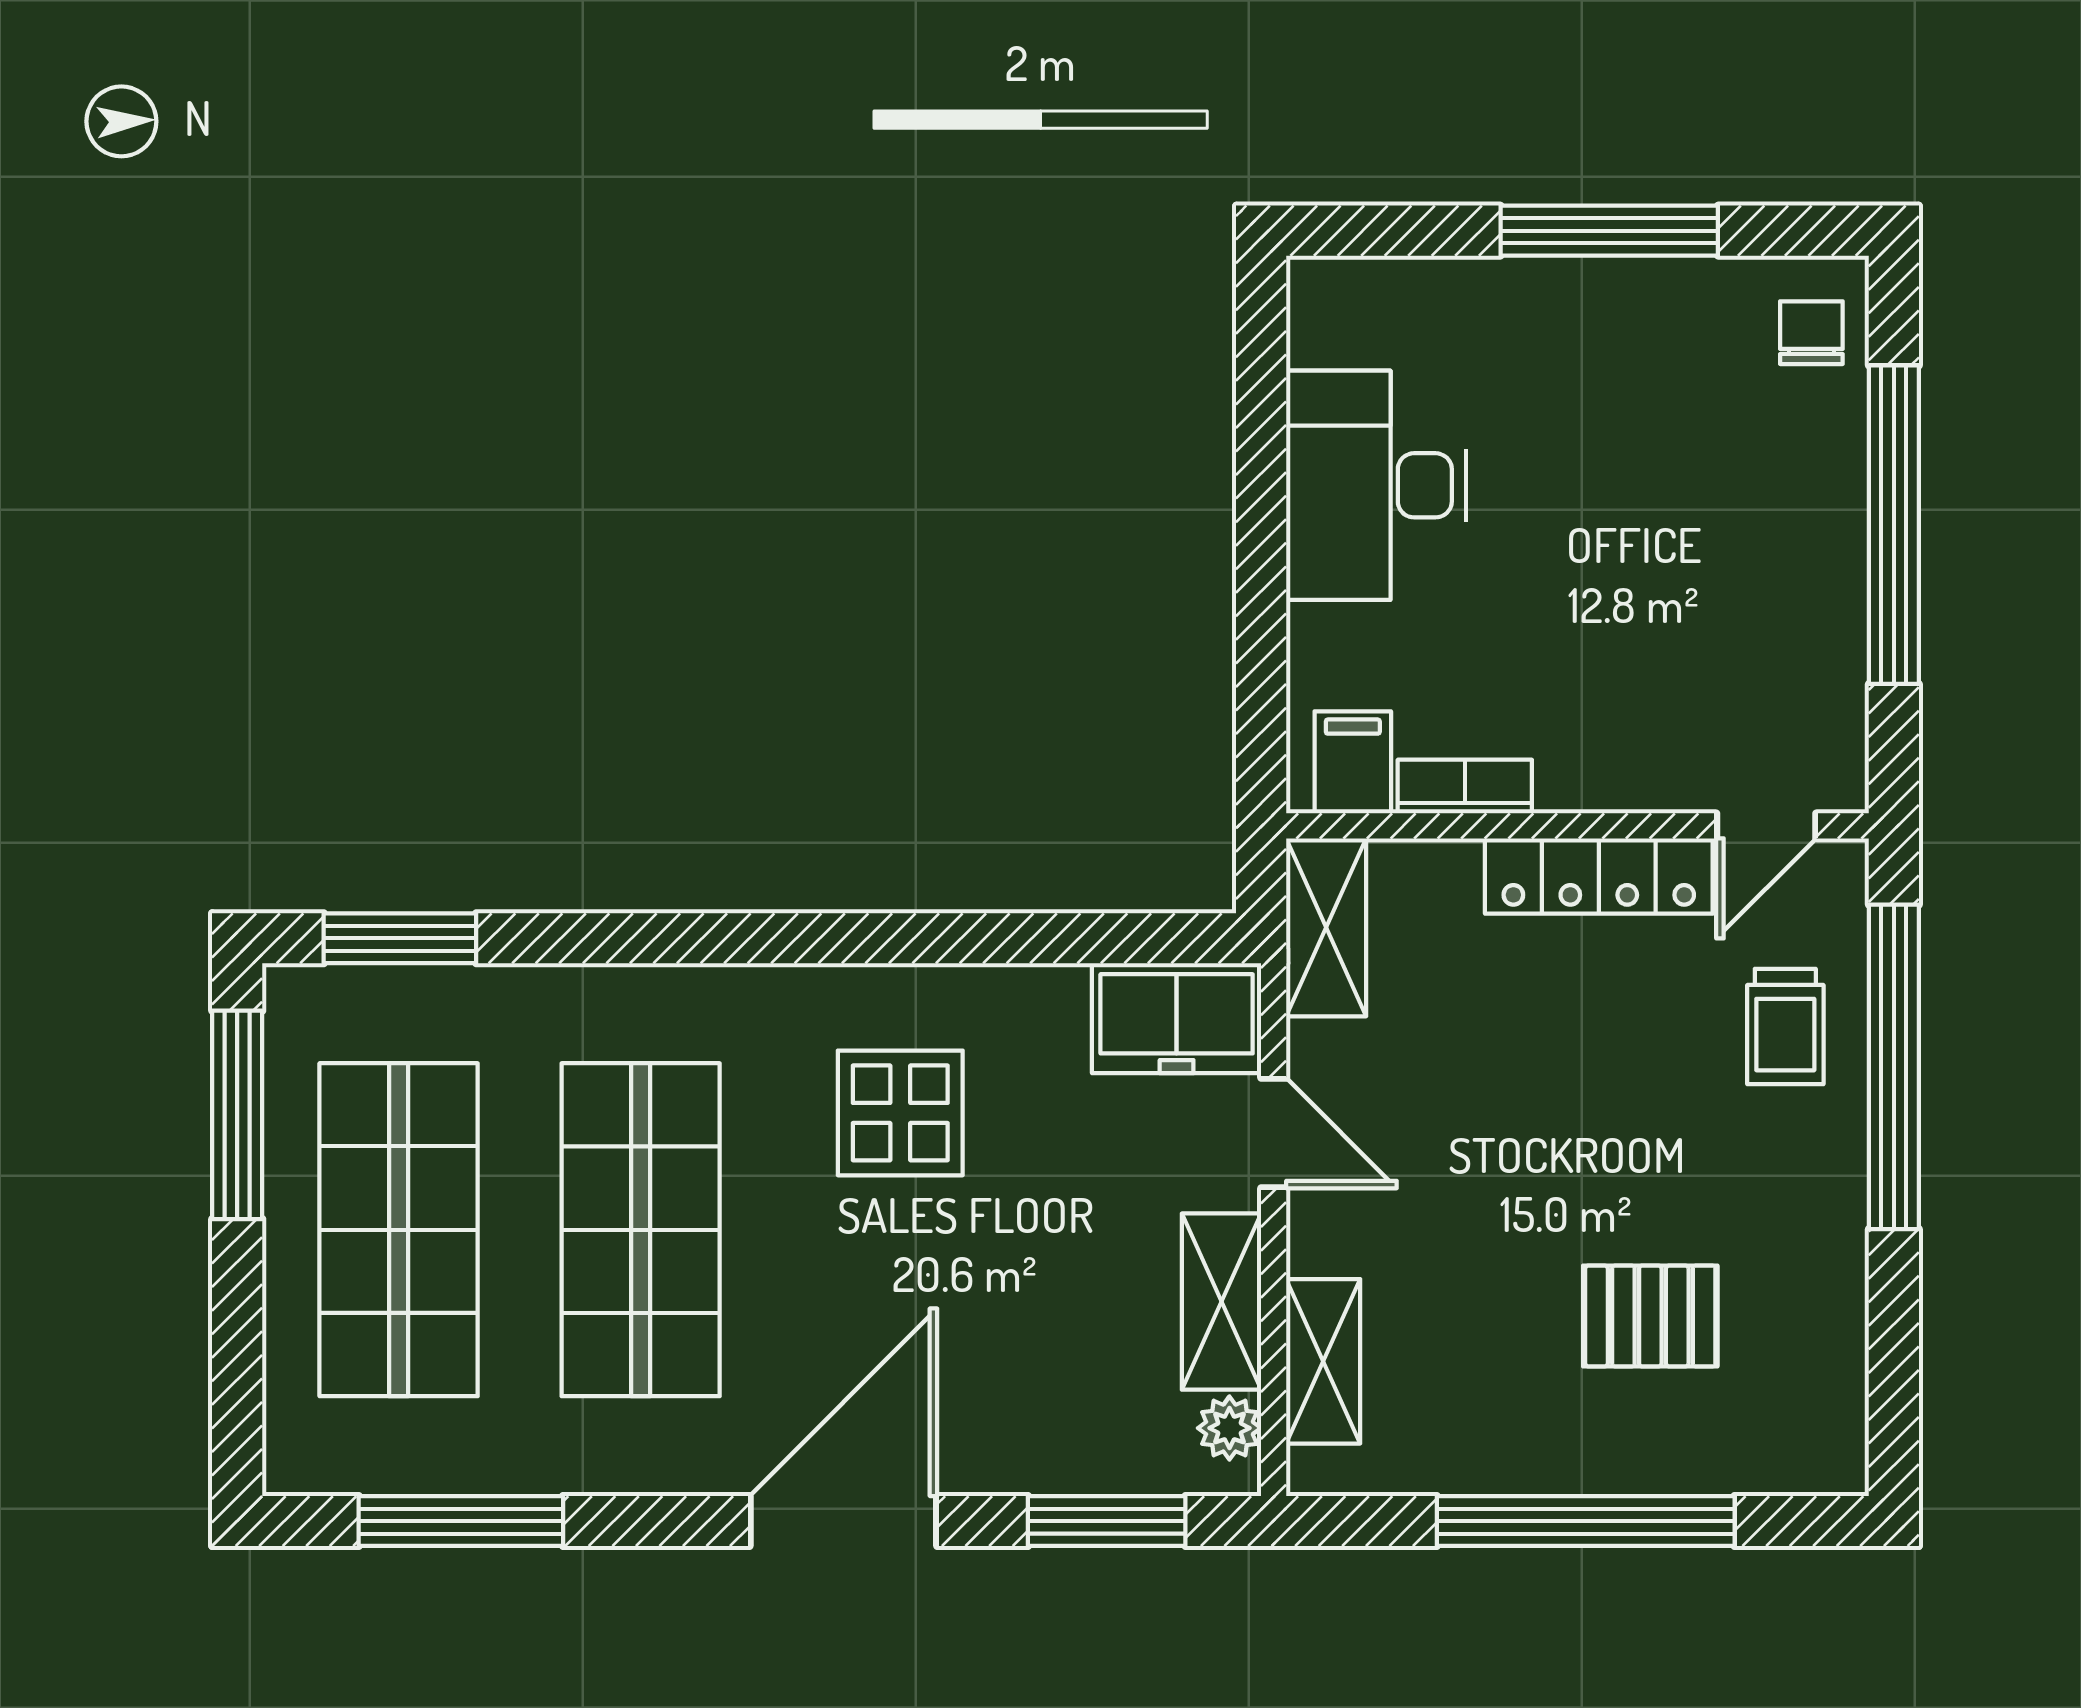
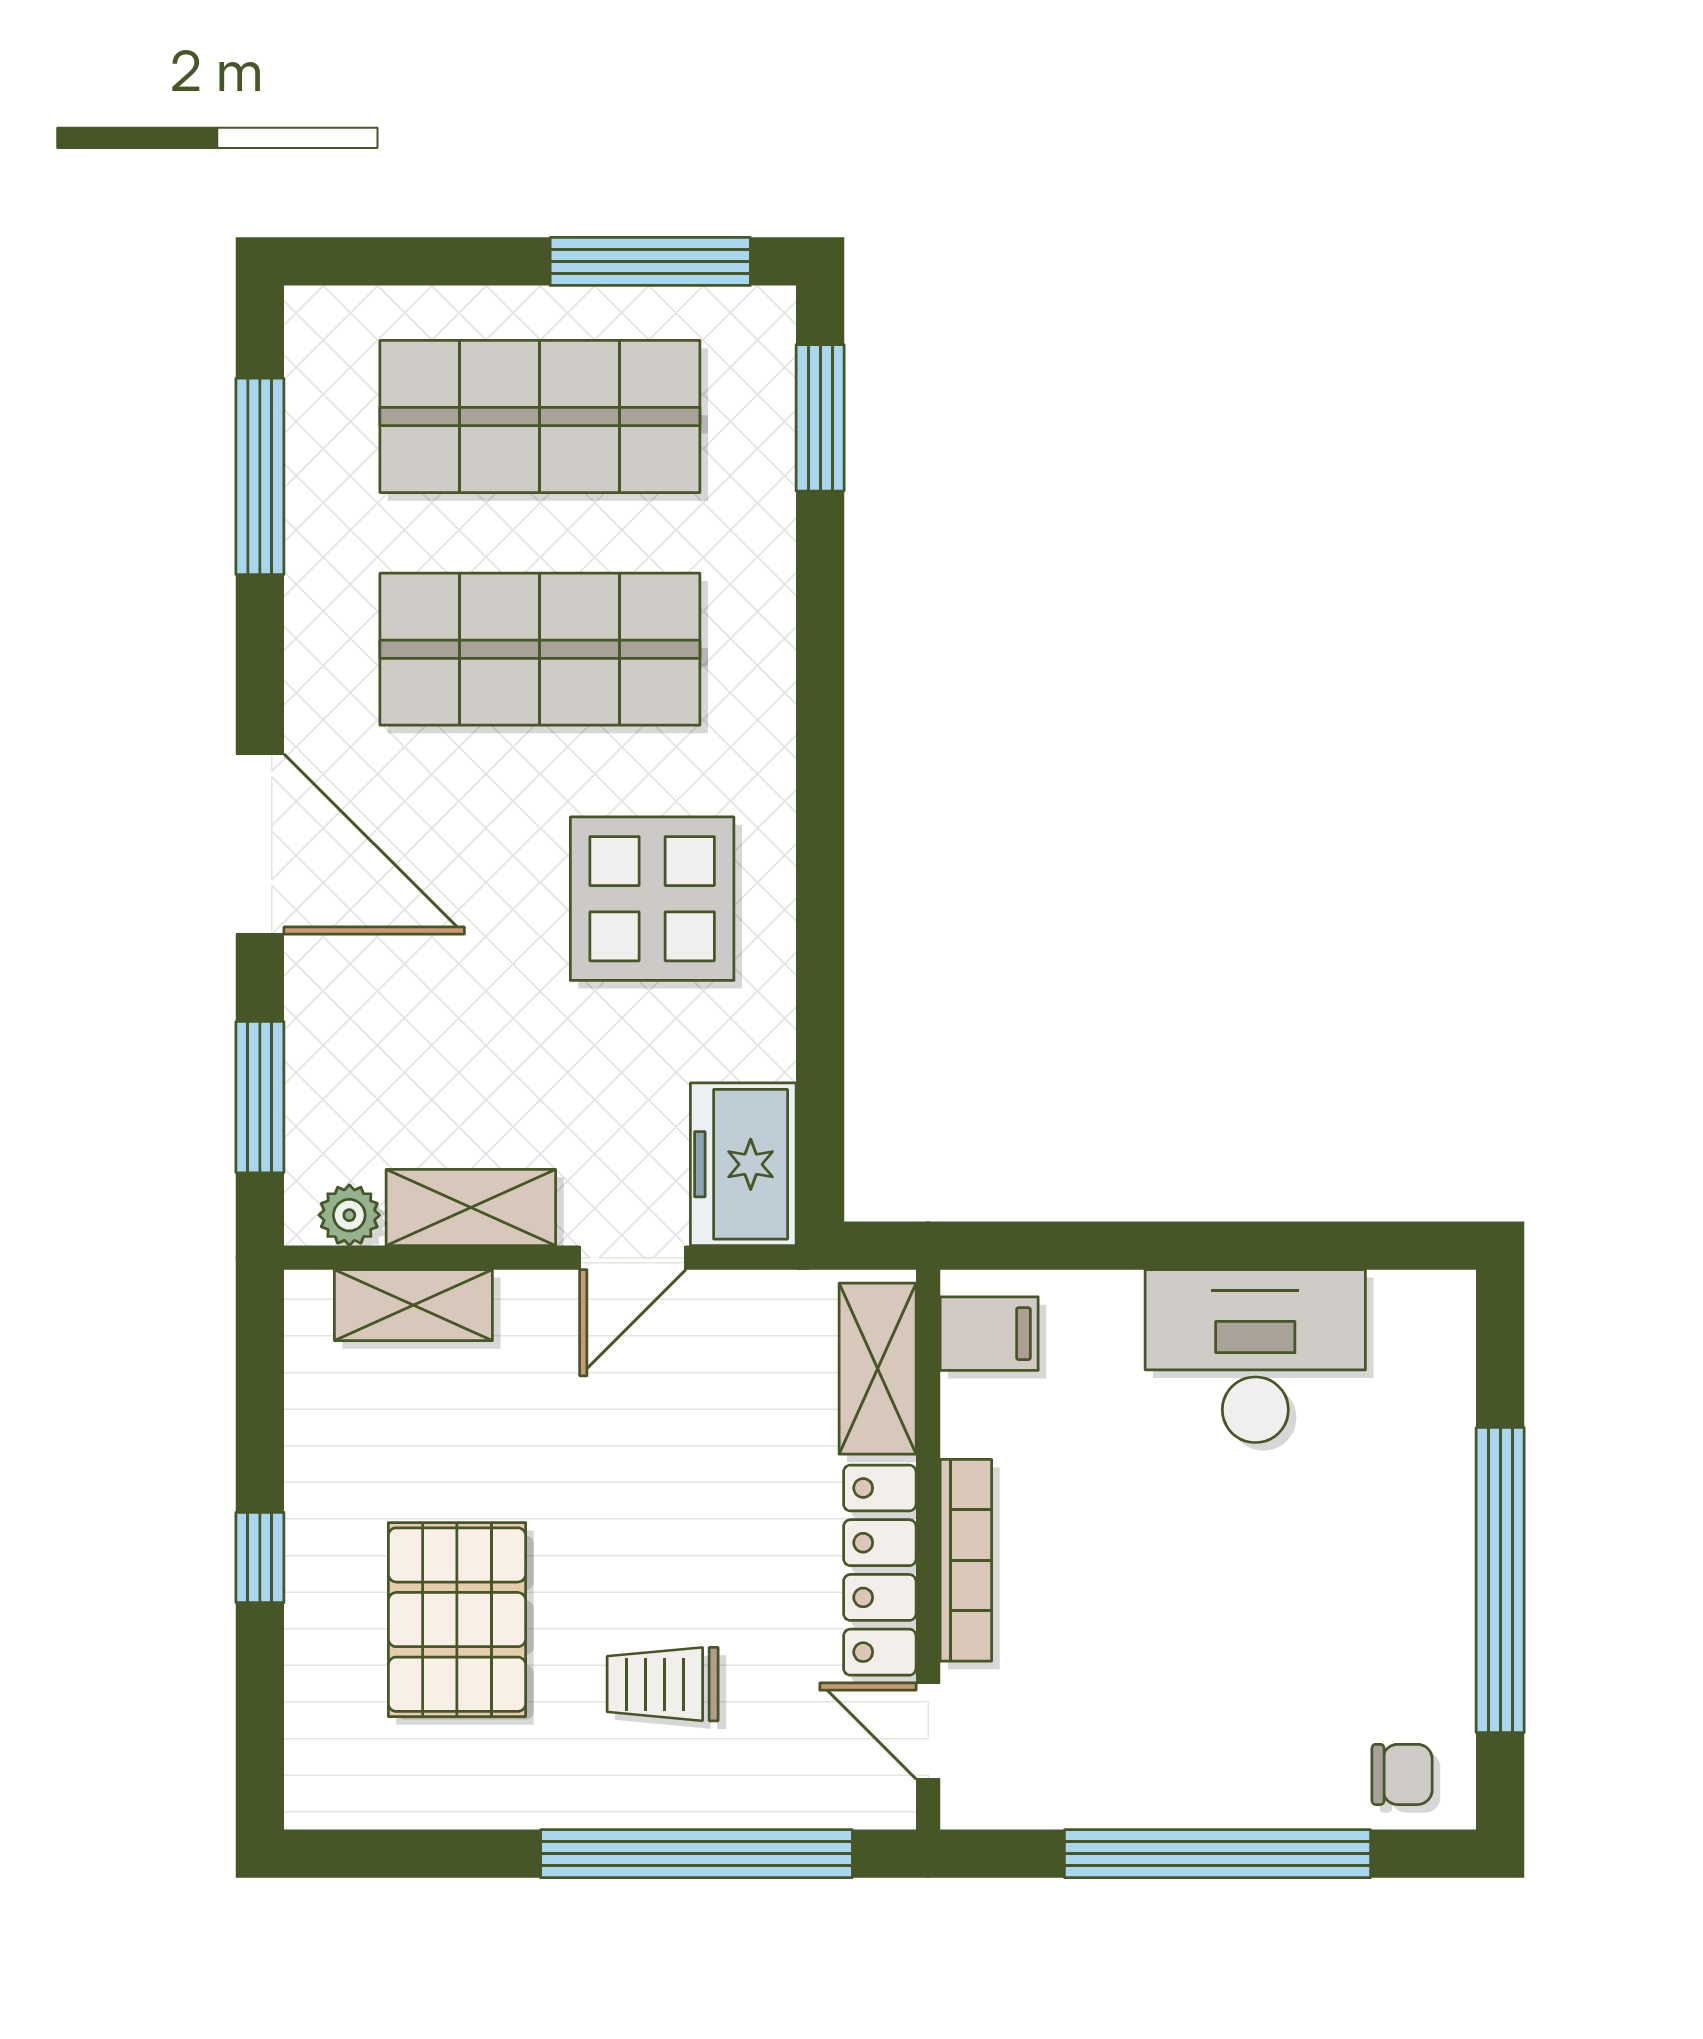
window: (1609, 231) -> (1500, 1580), width x1.46
bookcase: (1465, 787) -> (966, 1560), moved, width x1.56
shelving: (1326, 927) -> (878, 1369), moved, turned 90
trolley: (1785, 1027) -> (663, 1684), moved
display table: (900, 1113) -> (652, 899), width x1.36, depth x1.36
pallet: (1650, 1316) -> (457, 1620), width x1.50, depth x1.42
window: (1586, 1521) -> (260, 1557), width x0.32

